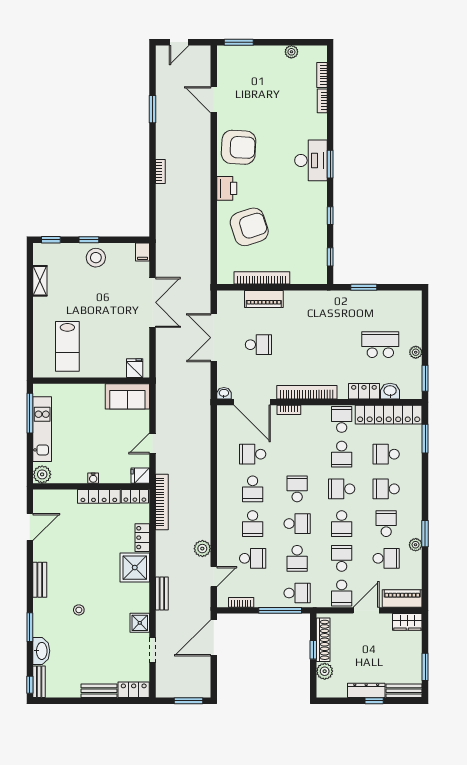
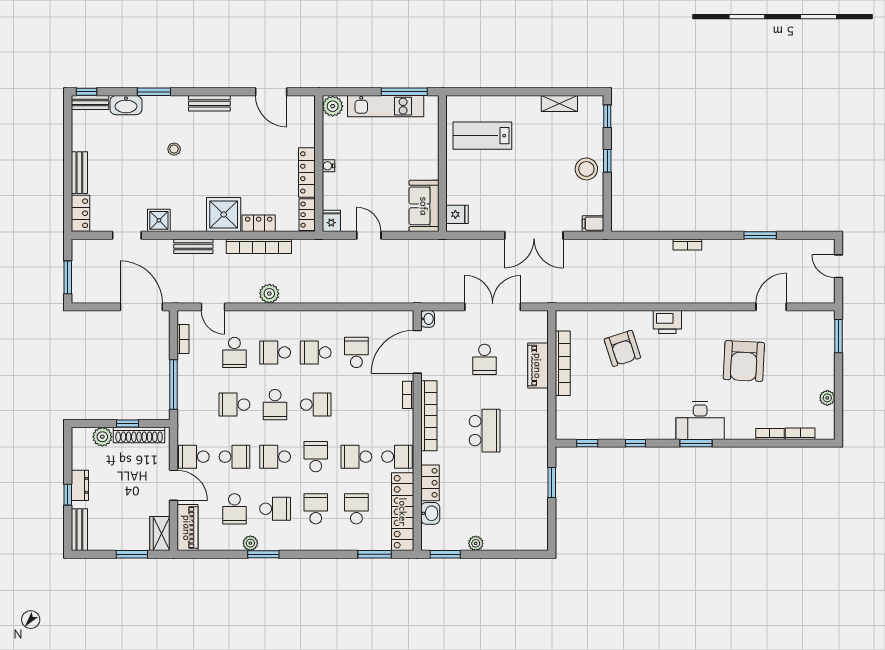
armchair: (239, 147) -> (744, 361), moved
armchair: (249, 227) -> (622, 348), width x0.73, depth x0.73
school desk: (380, 345) -> (485, 431), moved
bookcase: (162, 502) -> (259, 246), moved
plant: (202, 549) -> (269, 294), moved
school desk: (297, 593) -> (194, 405), removed
window: (425, 667) -> (132, 554), moved
dresser: (366, 690) -> (80, 485), width x0.70

